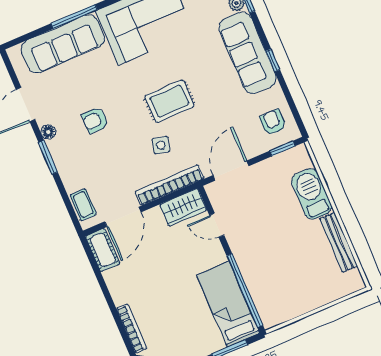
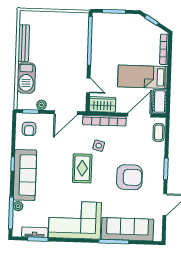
rug: (169, 101) -> (82, 168), turned 90
armchair: (95, 120) -> (129, 177), width x1.88, depth x1.88
floor lamp: (48, 132) -> (159, 183), removed
plant: (271, 165) -> (42, 105), added
bed: (228, 304) -> (143, 77), moved, turned 90

